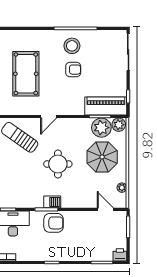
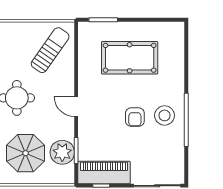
piano: (106, 106) -> (104, 173), moved, turned -90
door: (49, 117) -> (76, 106), moved
plant: (119, 125) -> (66, 174), removed

